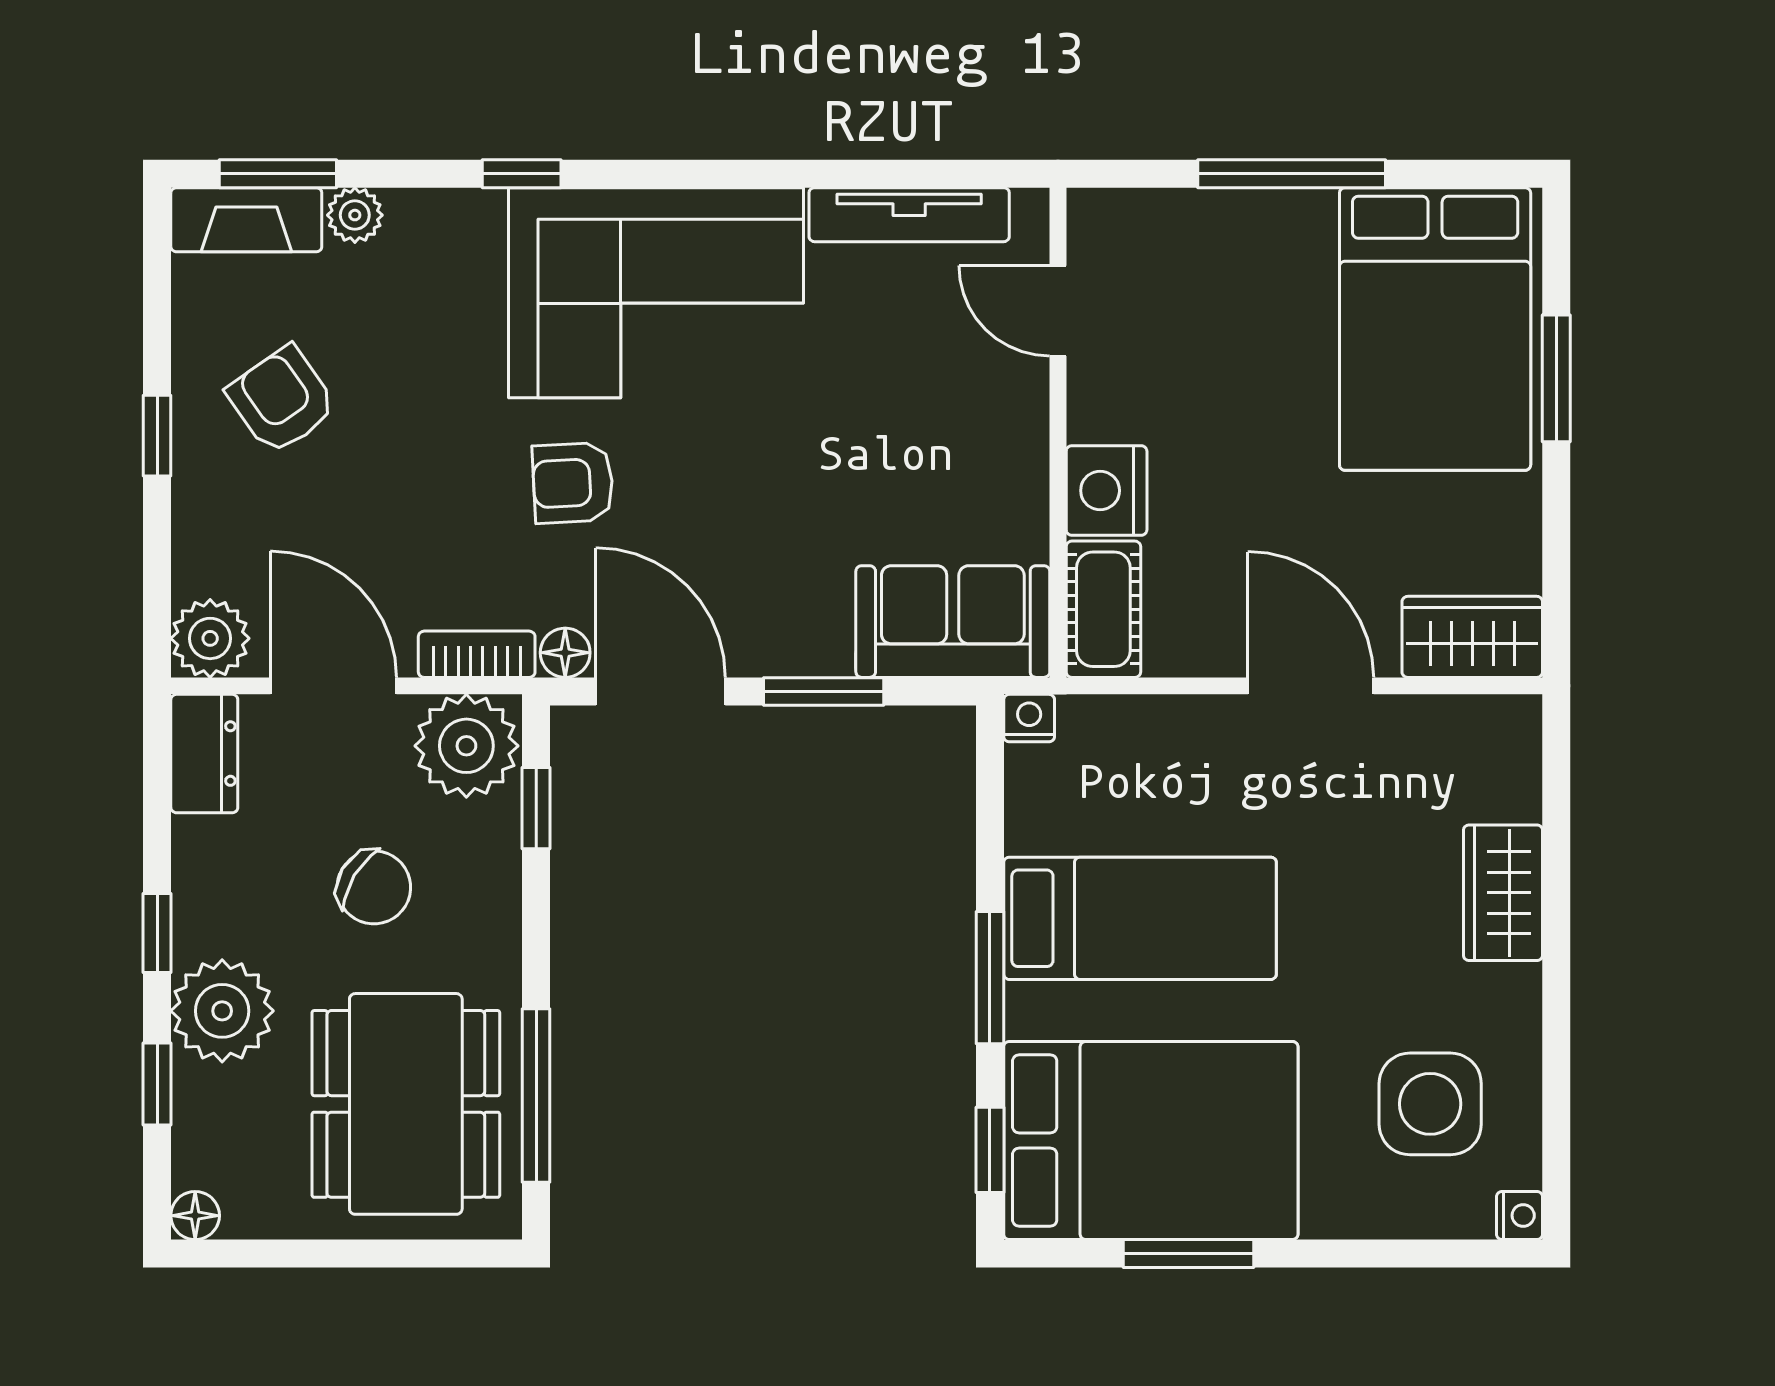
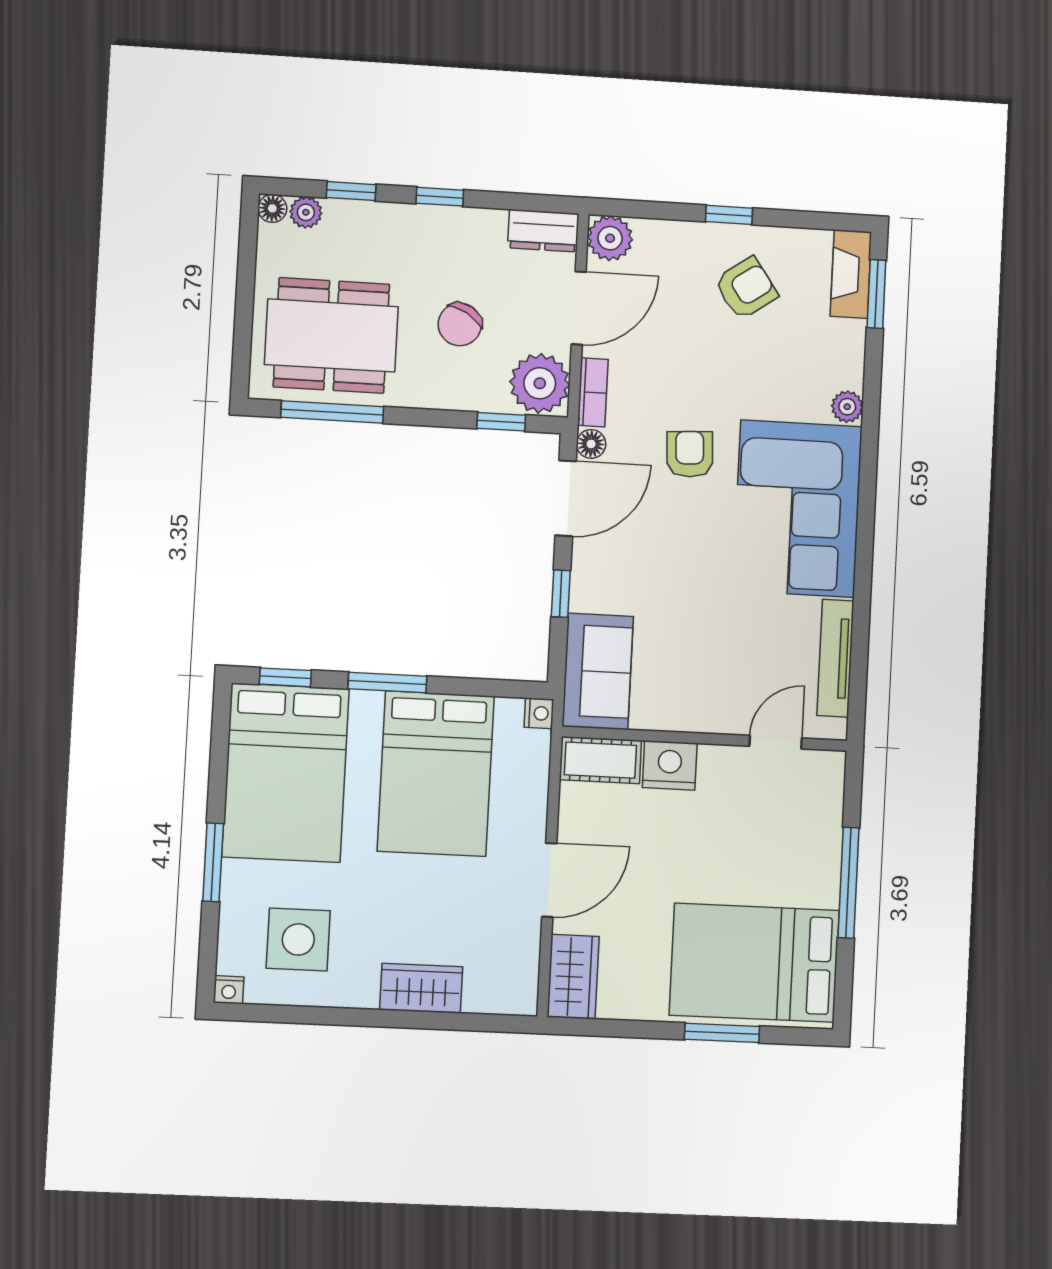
window: (522, 174) -> (870, 435), removed
plant: (355, 215) -> (847, 407), moved
window: (824, 691) -> (561, 594), width x0.67
bed: (1140, 918) -> (436, 774), width x1.50
plant: (222, 1011) -> (306, 212), moved, width x0.53, depth x0.53
window: (1188, 1254) -> (213, 862), moved

